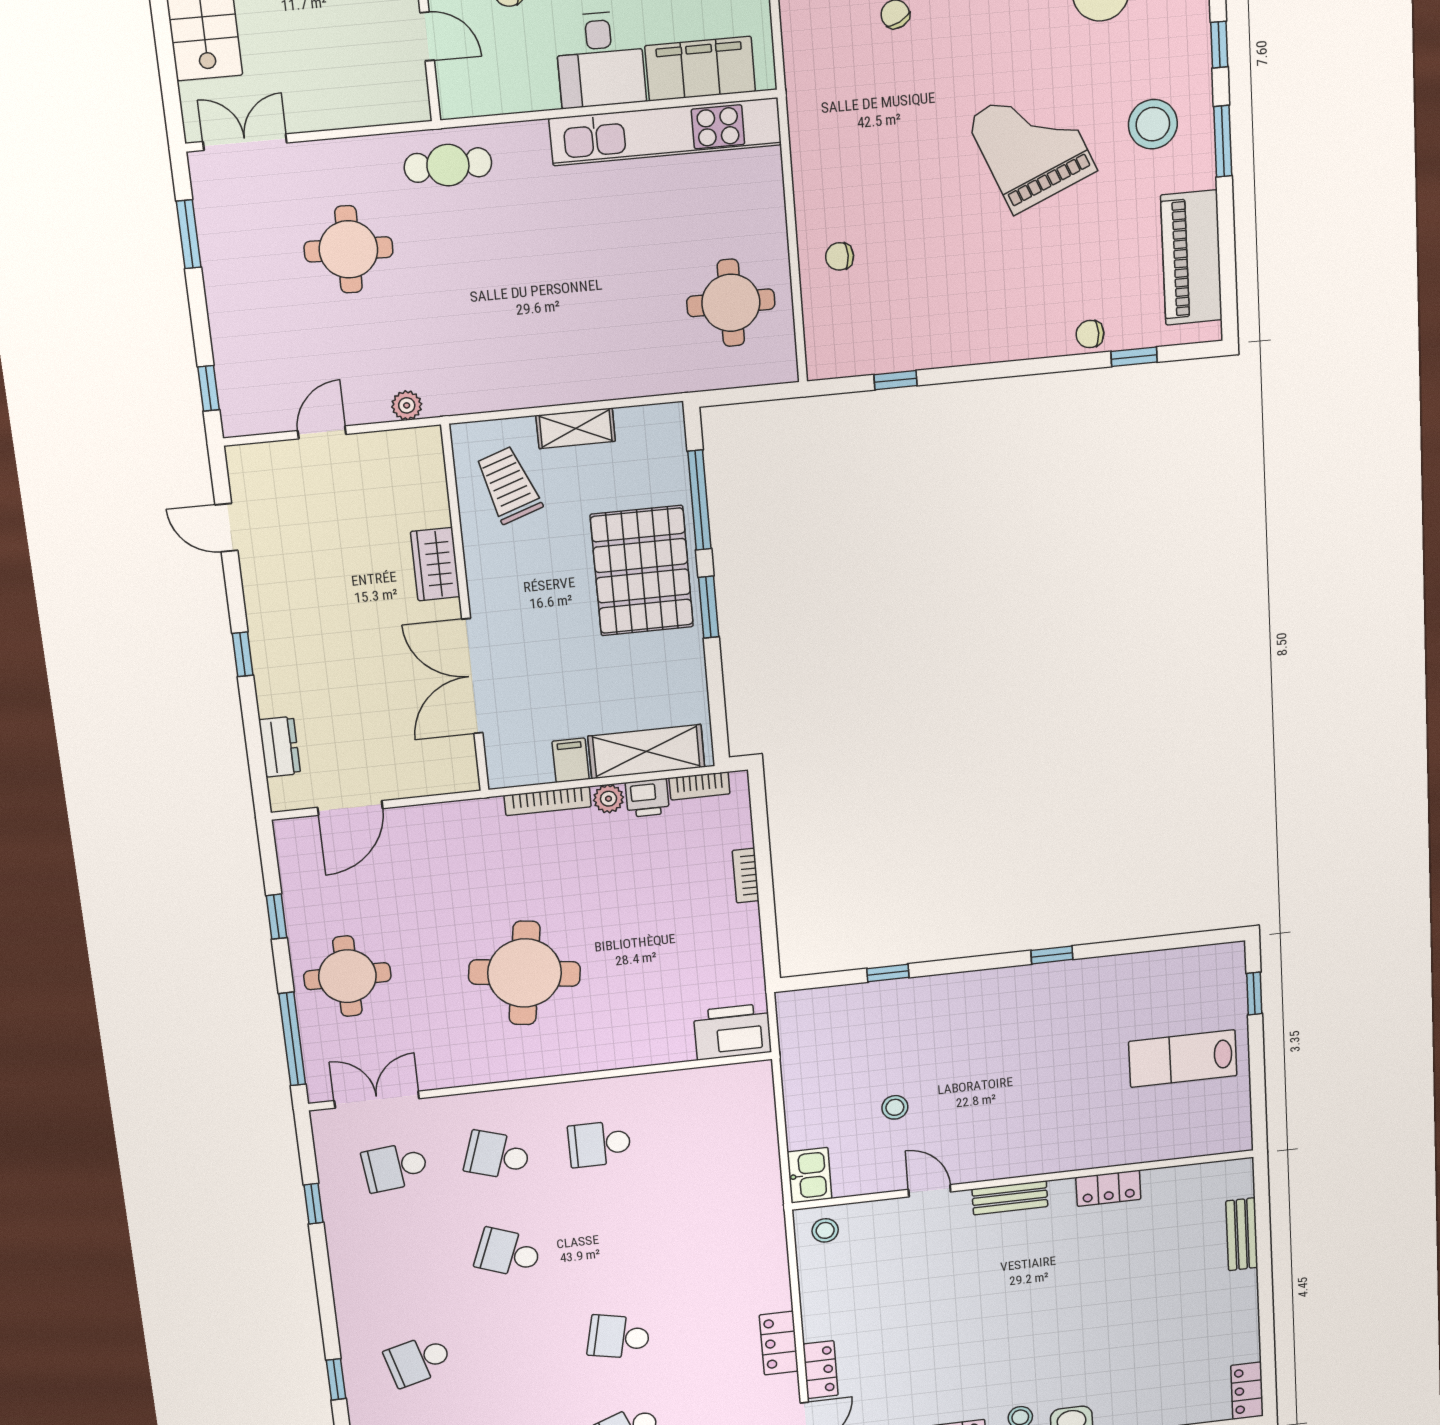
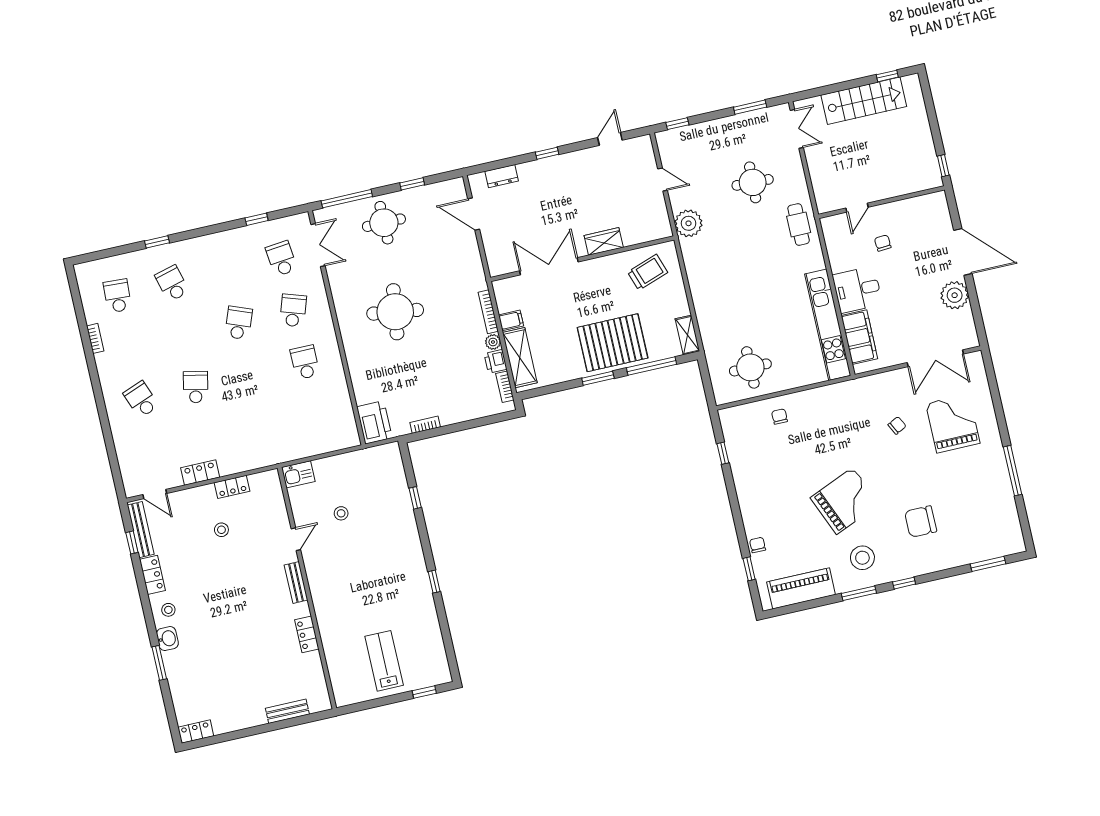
plant: (407, 405) -> (688, 223), width x1.88, depth x1.88
shelving: (576, 428) -> (687, 335), moved
bookcase: (746, 876) -> (425, 425), moved
stool: (825, 1230) -> (221, 530), moved
locker: (821, 1370) -> (232, 487), moved

